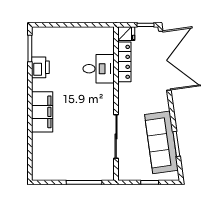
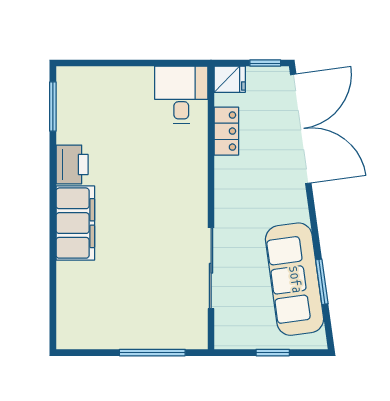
locker: (124, 62) -> (226, 131), width x0.66
printer: (40, 67) -> (72, 164), moved
desk: (99, 69) -> (181, 95), moved, turned -90

